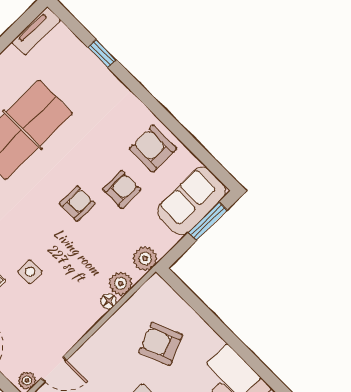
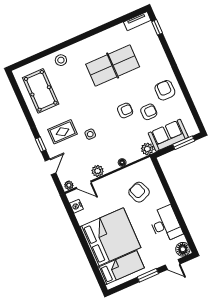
window: (102, 53) -> (157, 27), moved
armchair: (153, 149) -> (165, 90), moved
sofa: (192, 201) -> (168, 135), moved
plant: (121, 283) -> (98, 171), moved

